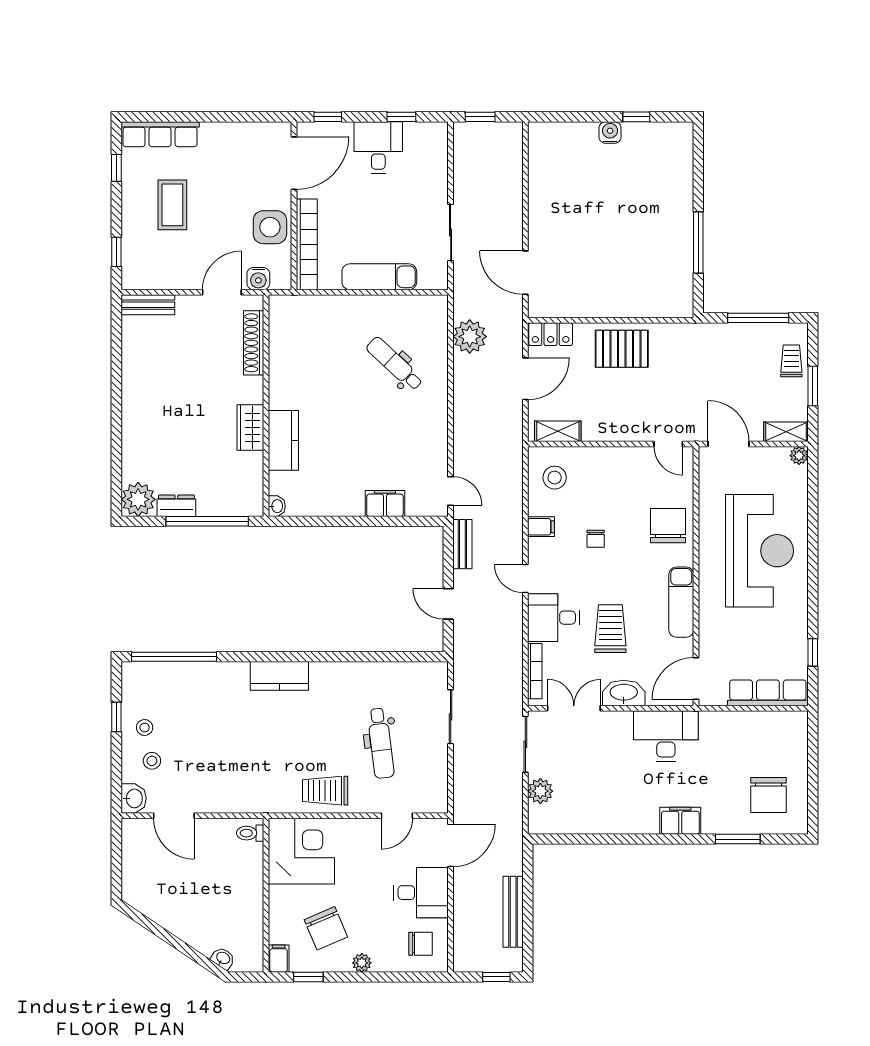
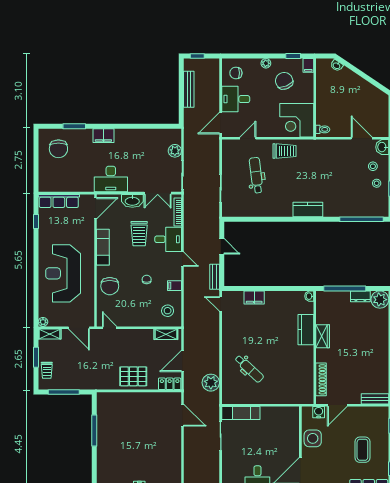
bookcase: (307, 244) -> (294, 430), removed
exam couch: (379, 277) -> (241, 413), moved
chair: (769, 795) -> (58, 149), turned 180

